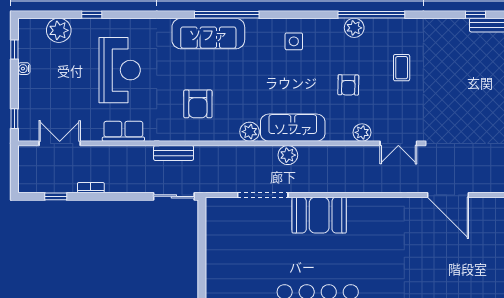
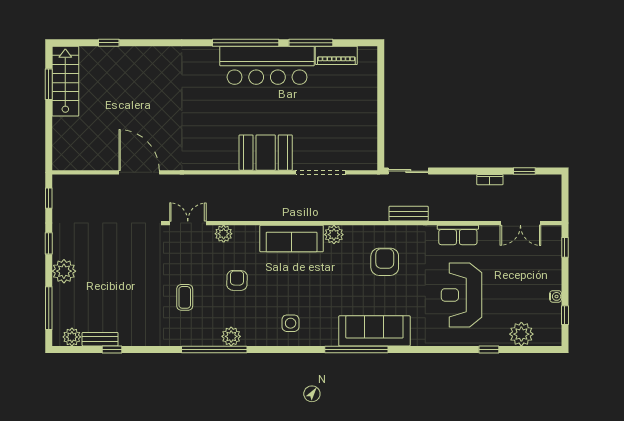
plant: (288, 155) -> (296, 212), removed

